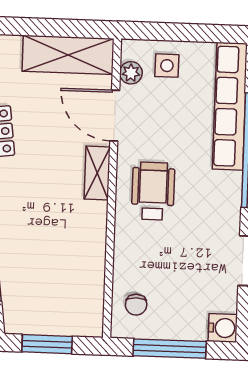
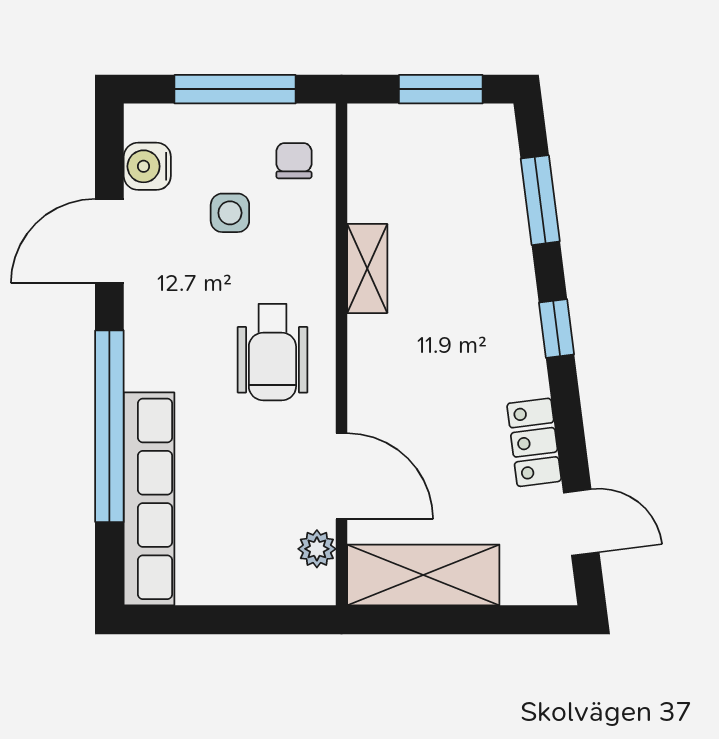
side table: (167, 66) -> (230, 213), moved
shelving: (97, 173) -> (367, 268), moved
water cooler: (223, 328) -> (147, 166), moved

